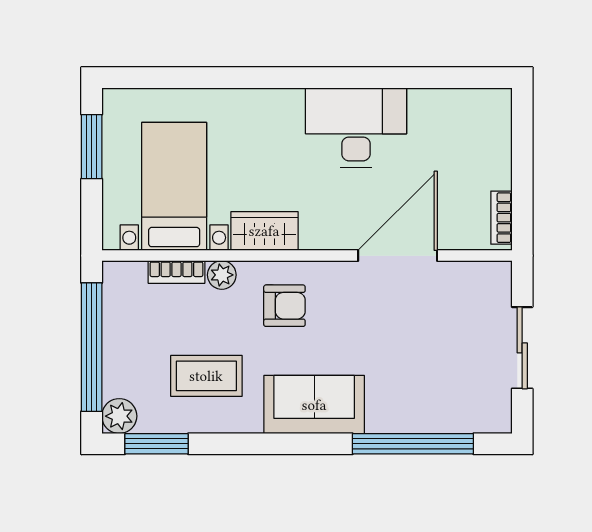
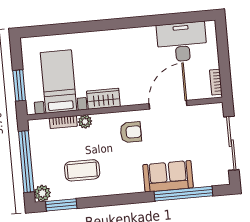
desk: (356, 127) -> (182, 42), moved
window: (92, 147) -> (19, 85), moved
armchair: (284, 306) -> (131, 132), moved
sliding door: (522, 348) -> (231, 143), width x1.37
sofa: (314, 405) -> (168, 176), moved

